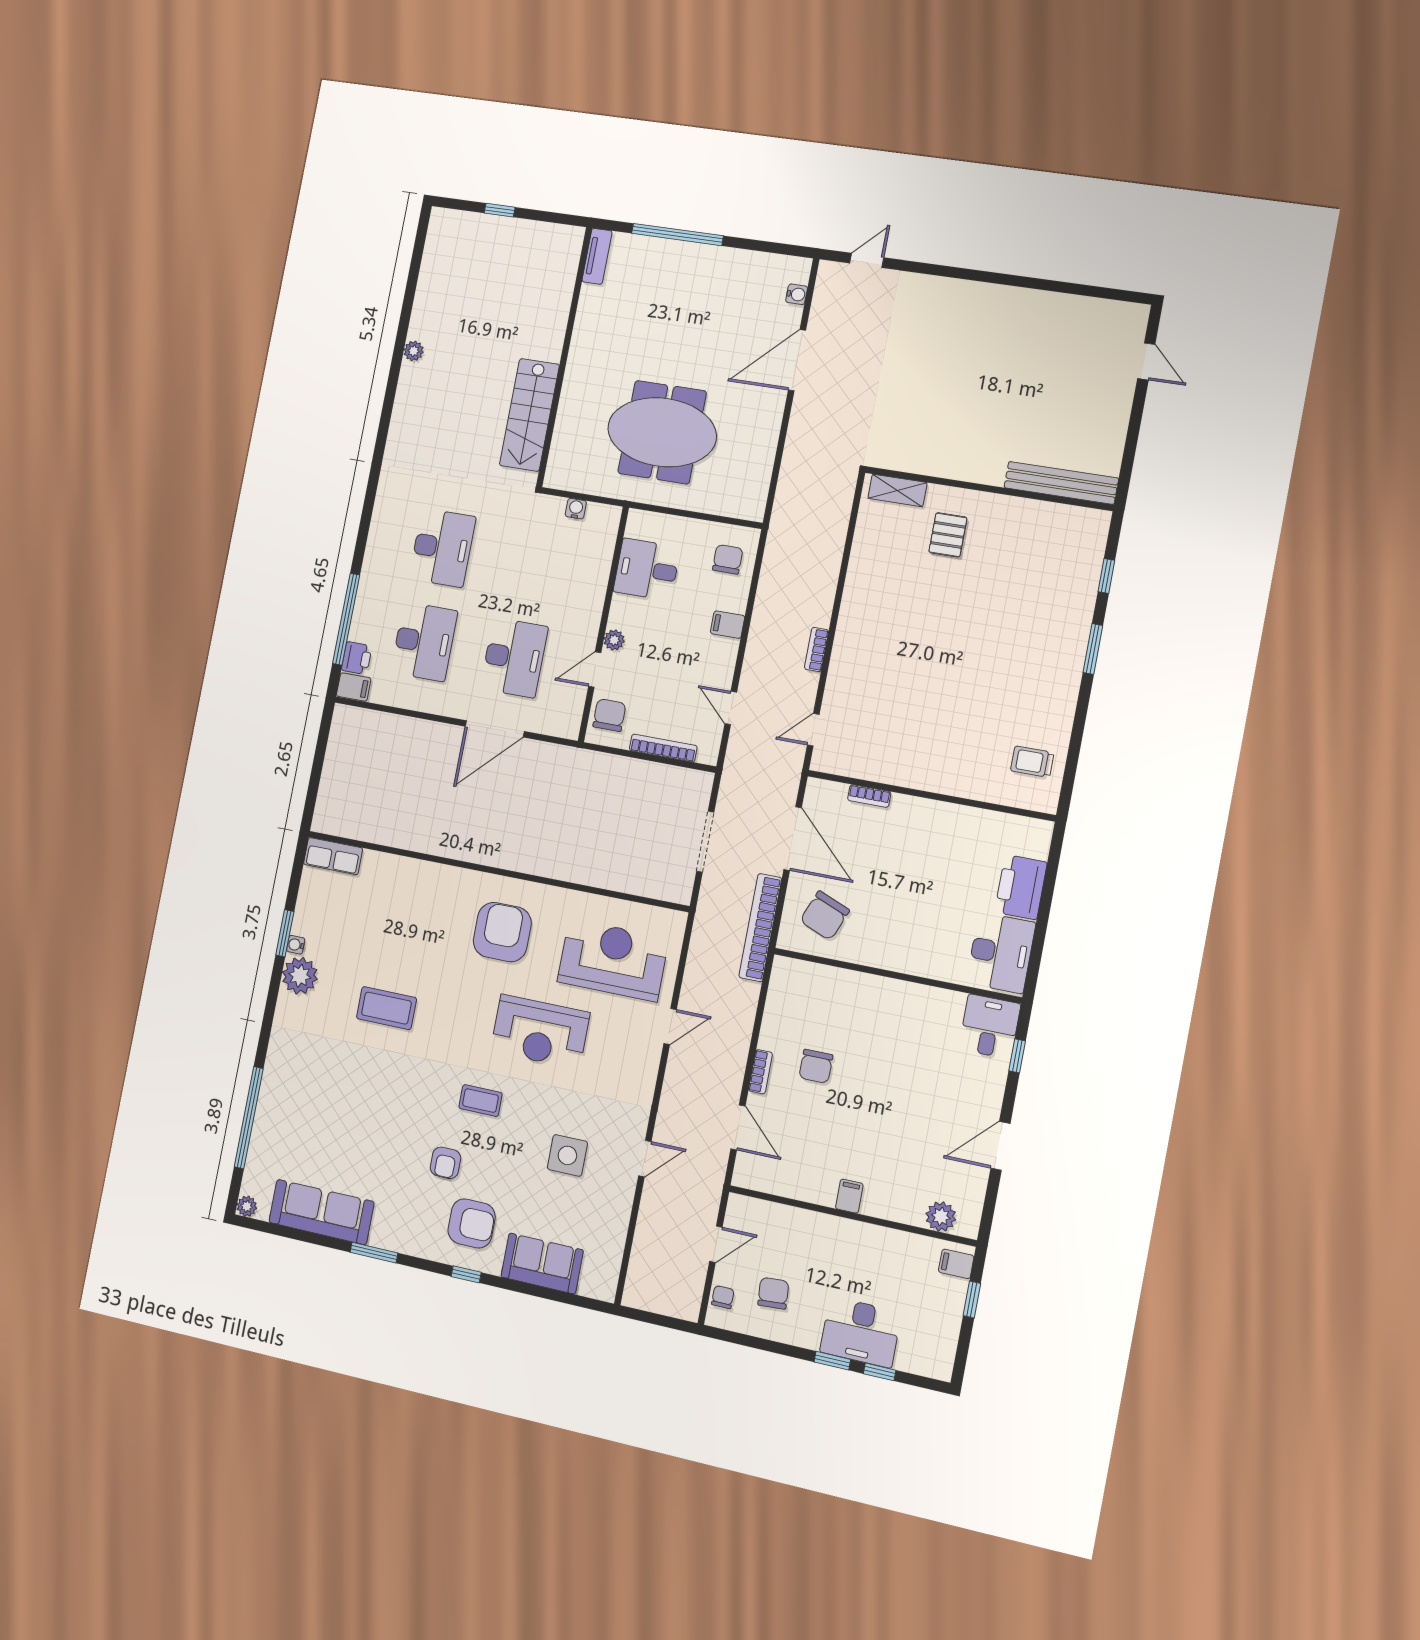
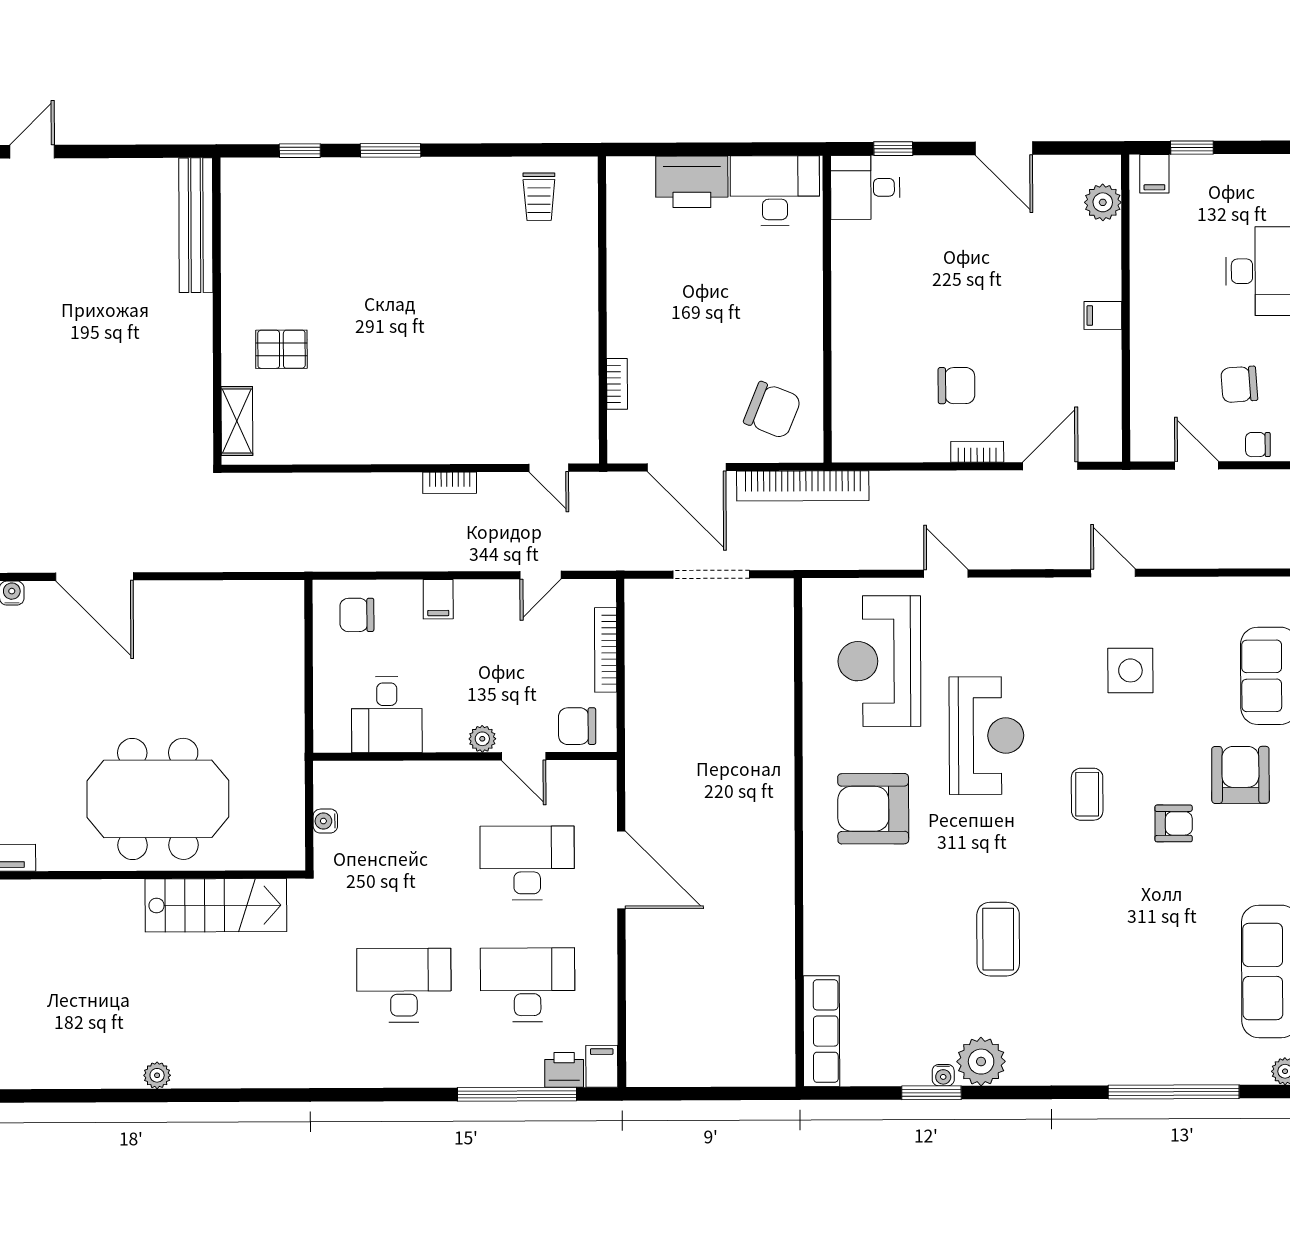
meeting table: (662, 432) -> (158, 799), moved, turned 90
door: (793, 839) -> (687, 467), swing flipped
row of seats: (333, 856) -> (821, 1031), width x1.48

